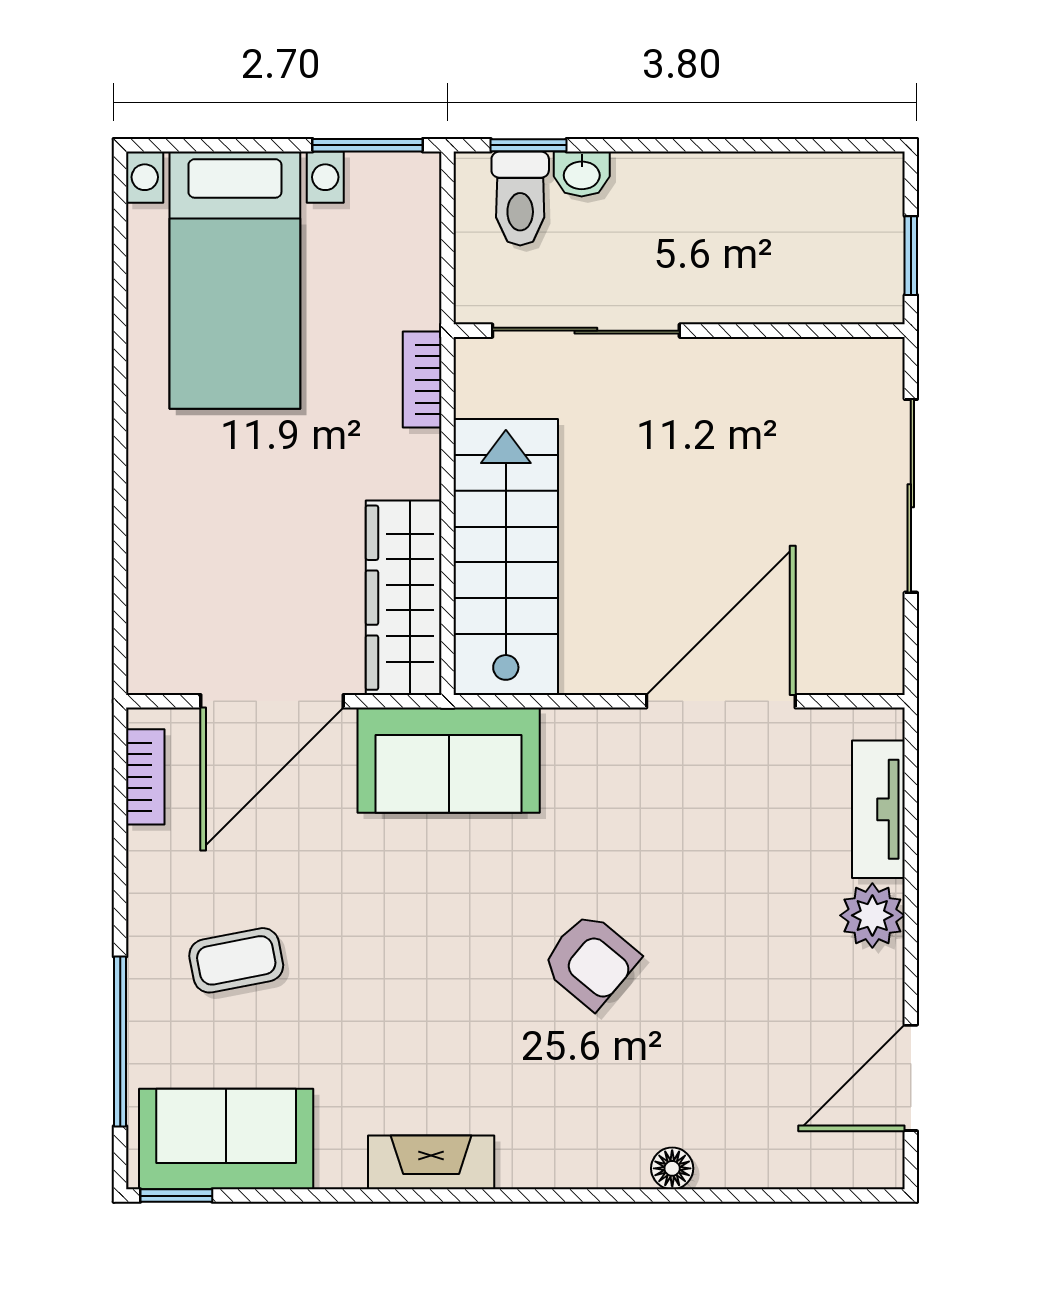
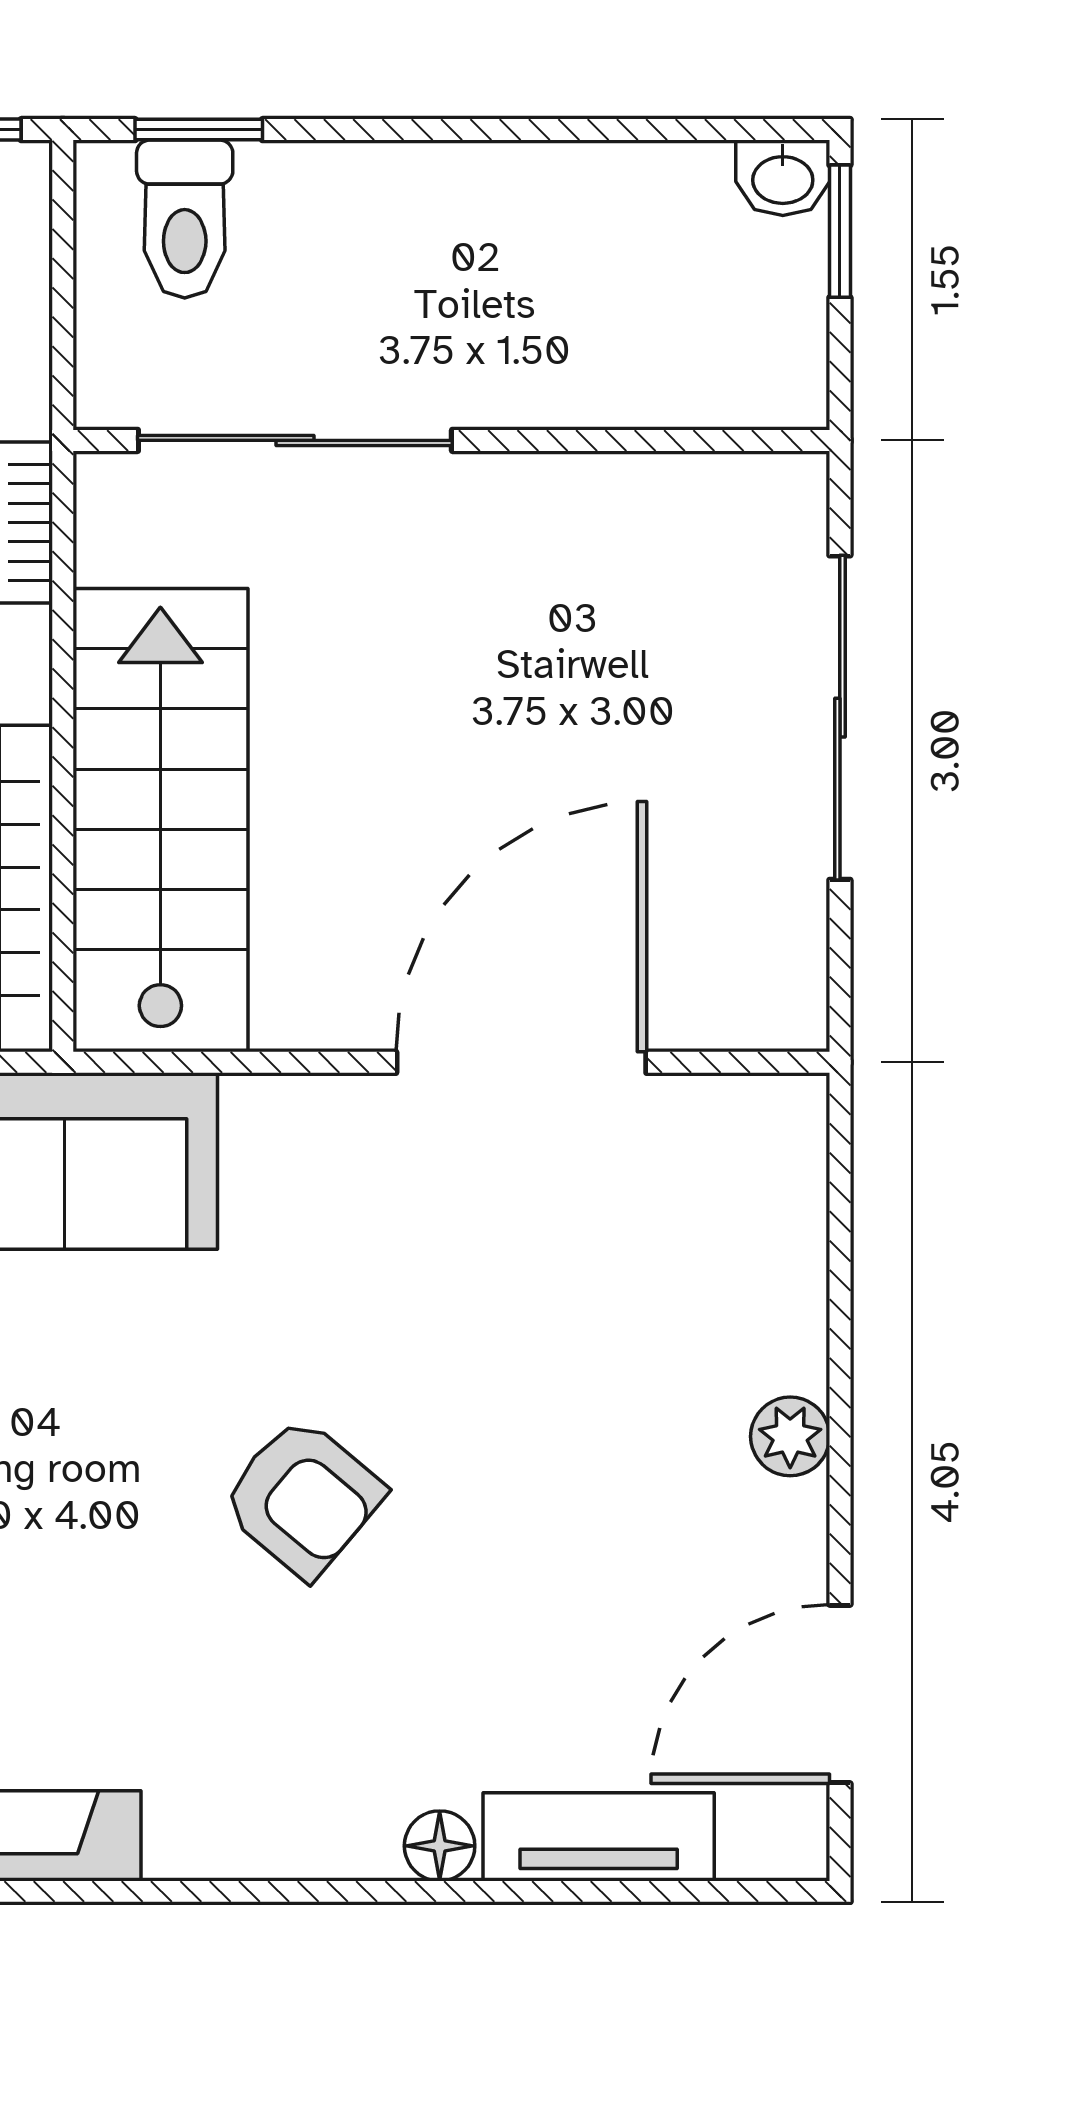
washbasin: (582, 174) -> (783, 178), moved
window: (911, 256) -> (840, 231), moved
tv unit: (878, 809) -> (599, 1837), moved, turned 90
plant: (872, 915) -> (790, 1436), width x0.73, depth x0.73

